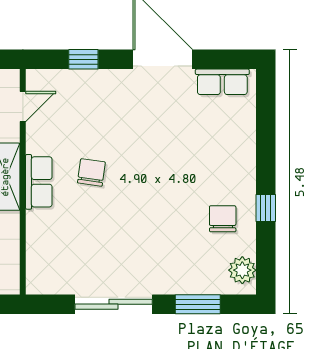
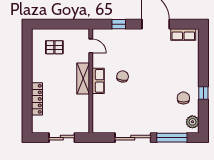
door: (23, 107) -> (91, 46), hinge flipped
window: (198, 304) -> (172, 138), width x1.44

